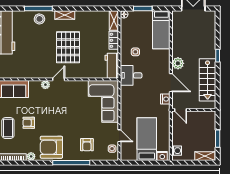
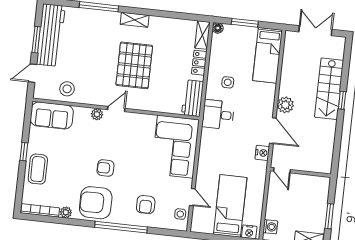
stool: (39, 19) -> (67, 89), moved
stairs: (208, 80) -> (329, 89), moved
armchair: (29, 123) -> (105, 168), moved

